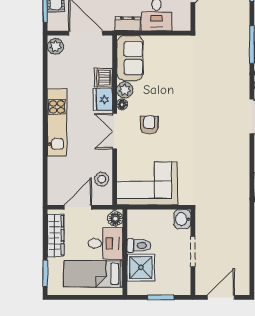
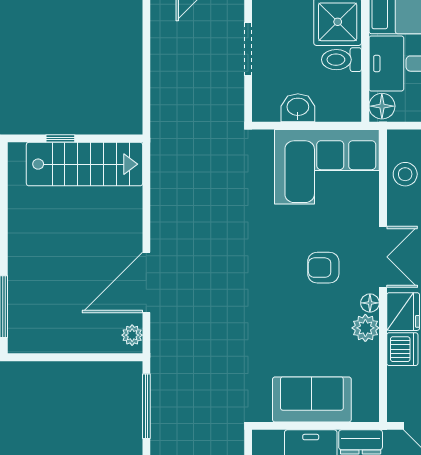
sofa: (130, 58) -> (312, 399), moved, turned 90
armchair: (149, 125) -> (323, 268), turned 90
washbasin: (182, 219) -> (298, 108), moved, turned -90

